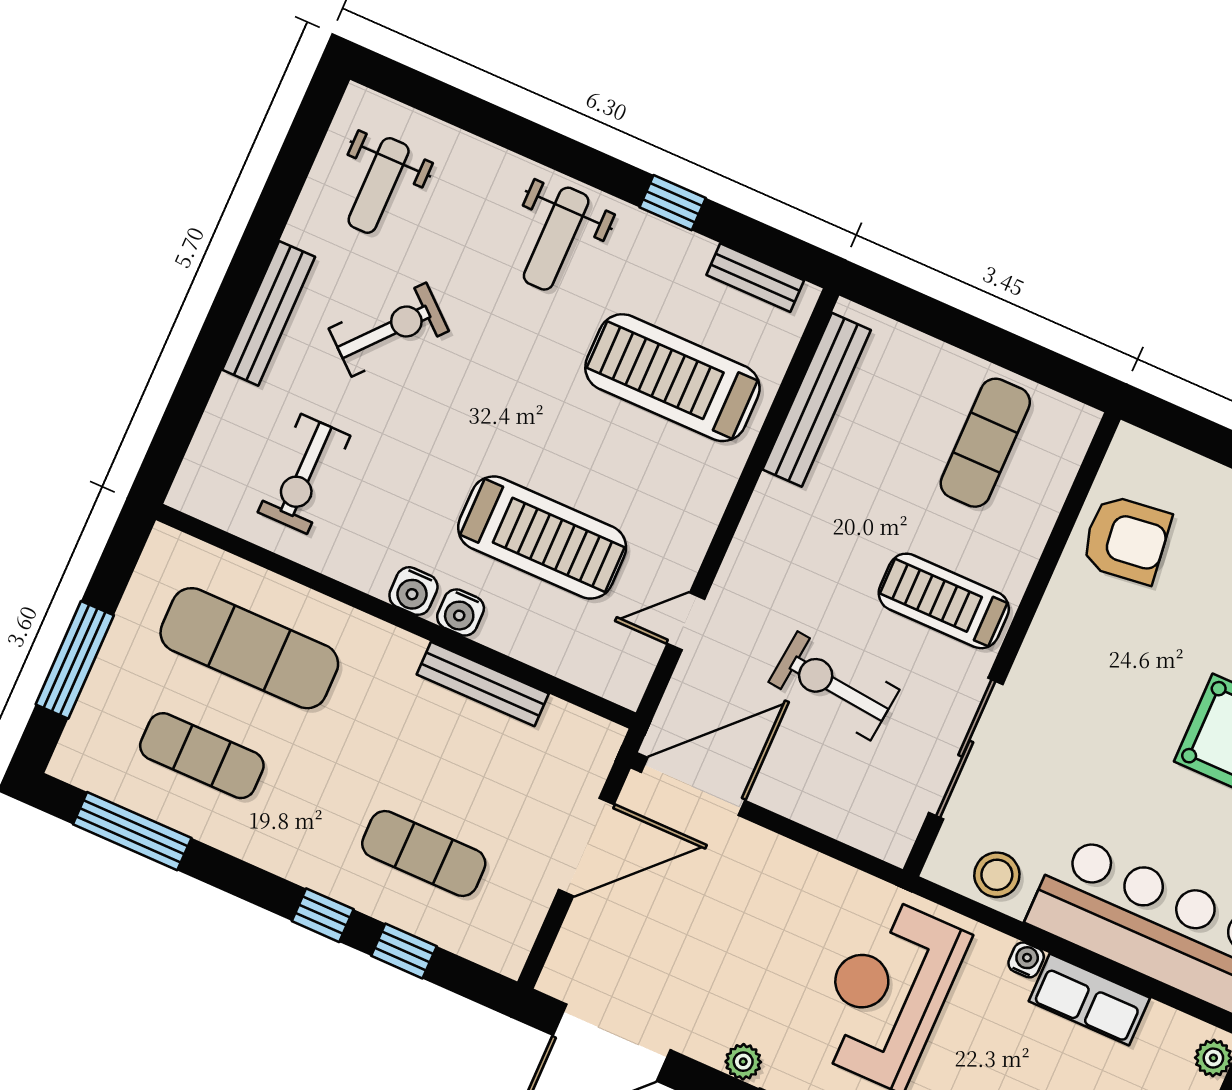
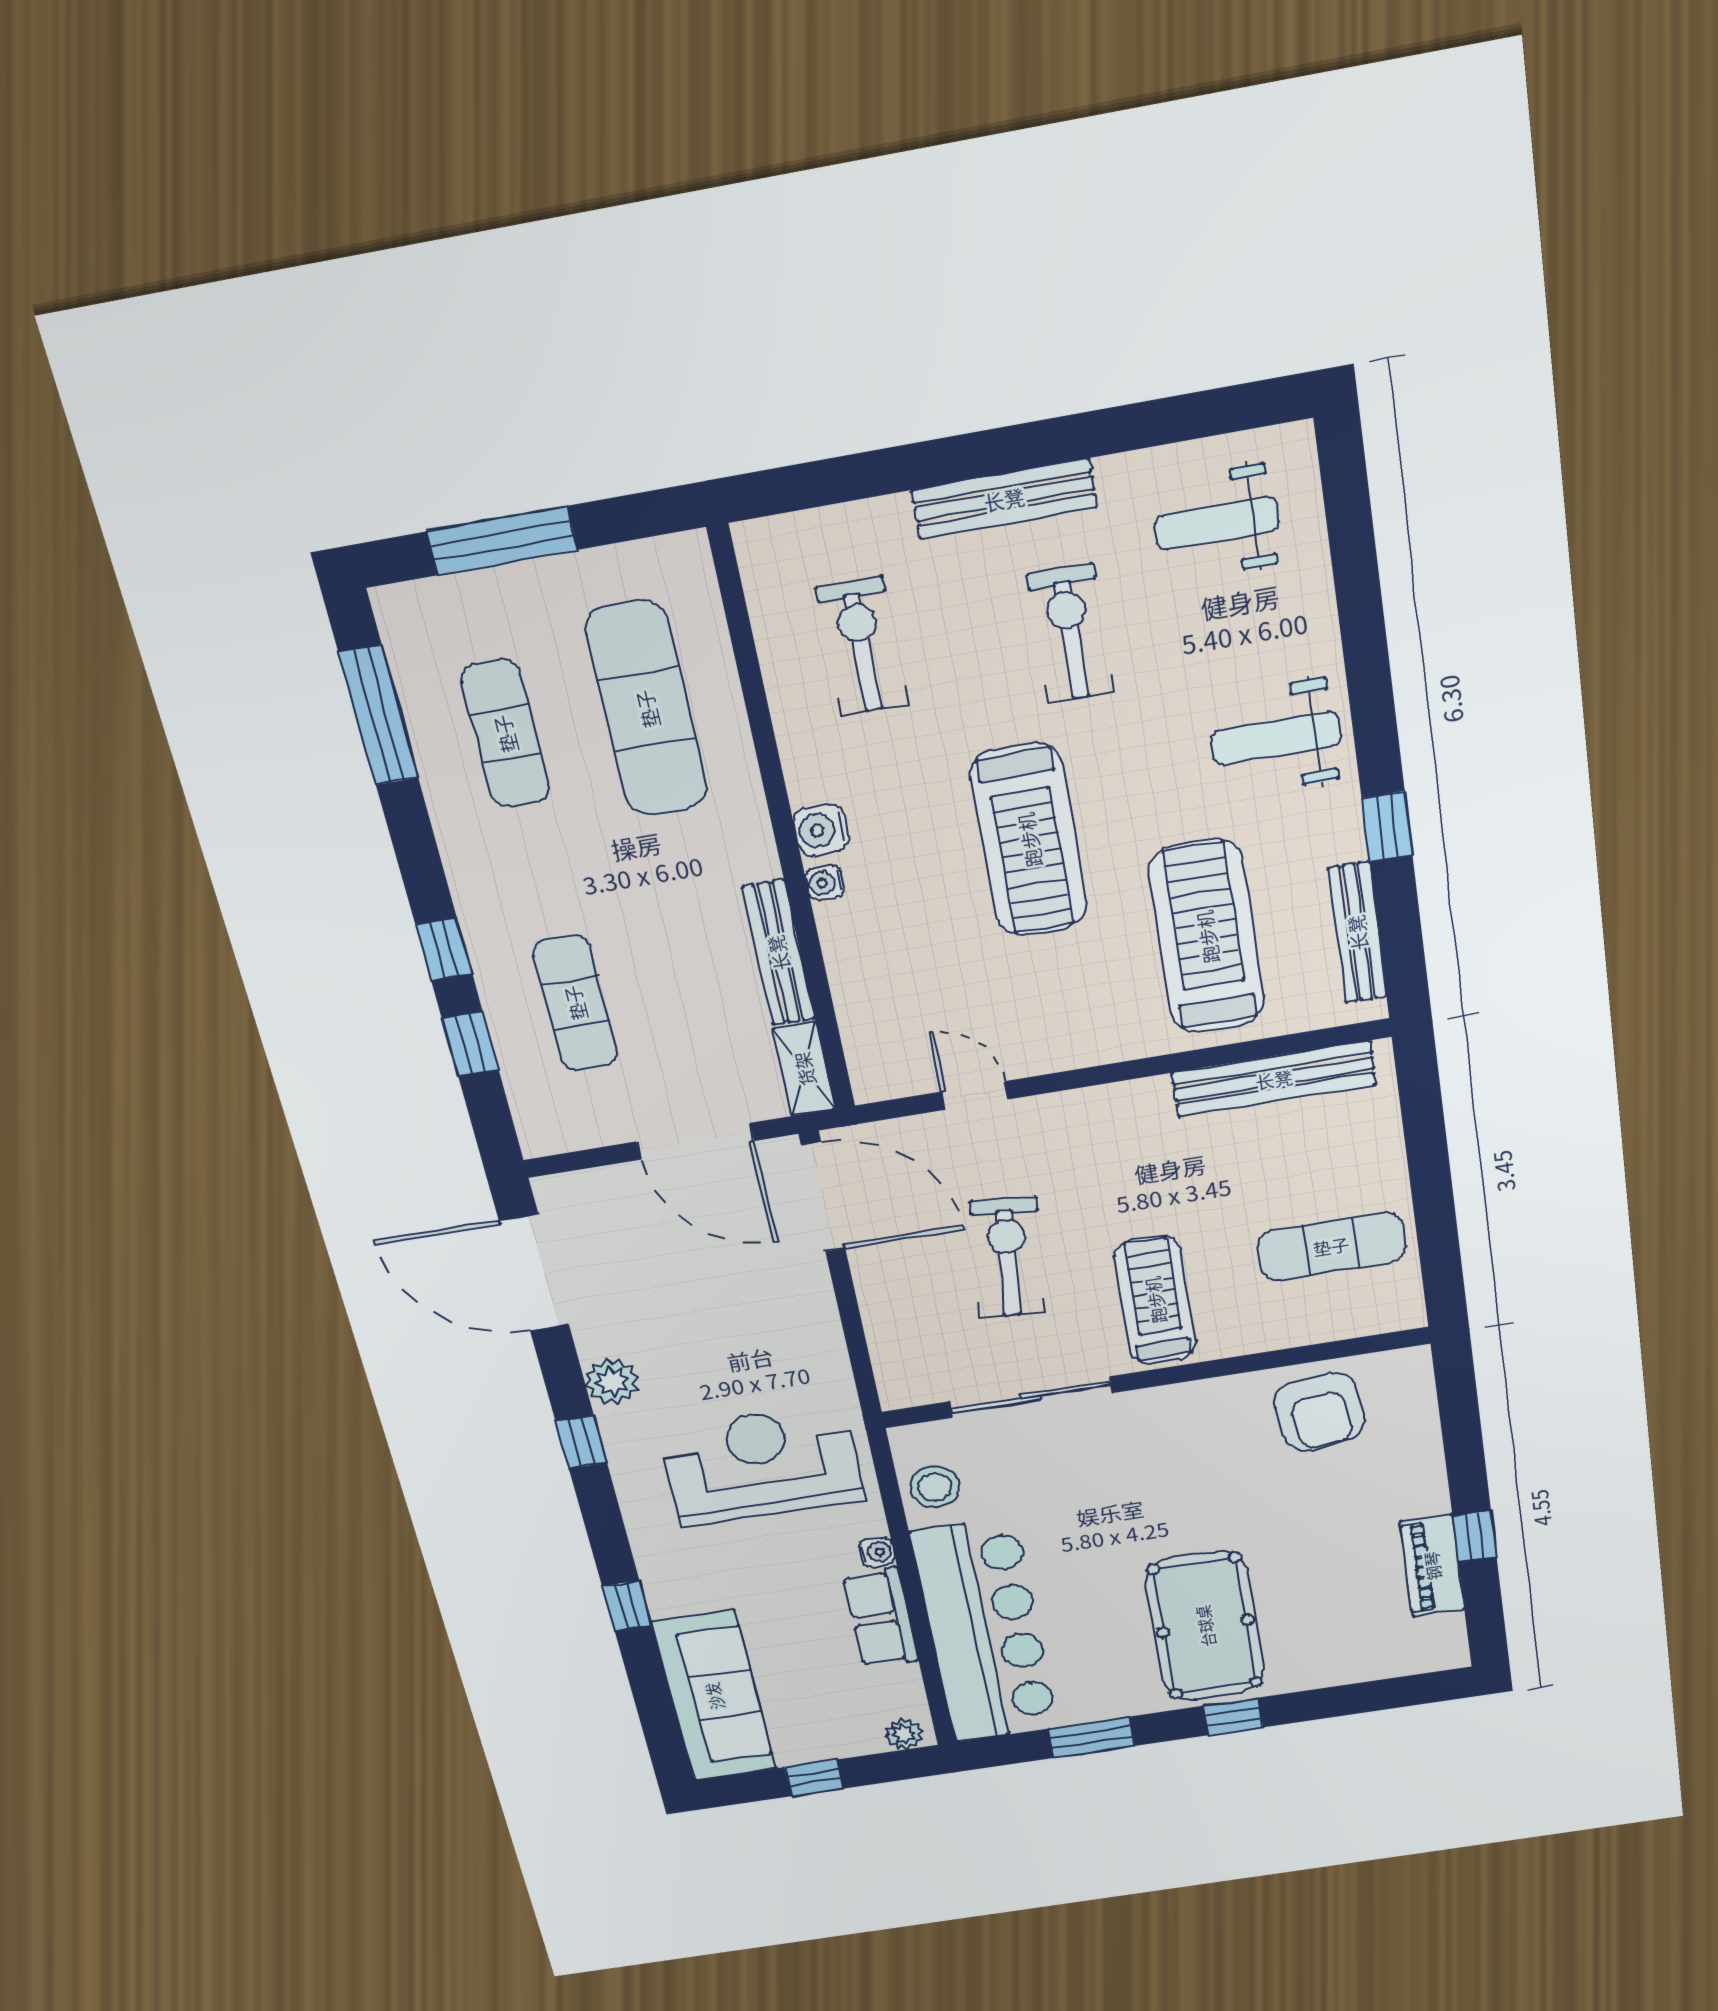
bench: (755, 278) -> (1357, 933), width x1.36
exercise bike: (389, 330) -> (1070, 634), turned -131
exercise bike: (304, 474) -> (862, 646), turned 90
treadmill: (542, 538) -> (1029, 840), moved
water cooler: (461, 613) -> (825, 883), width x0.72, depth x0.72
shelving: (583, 729) -> (804, 1069), added
plant: (743, 1062) -> (612, 1381), width x1.38, depth x1.38

